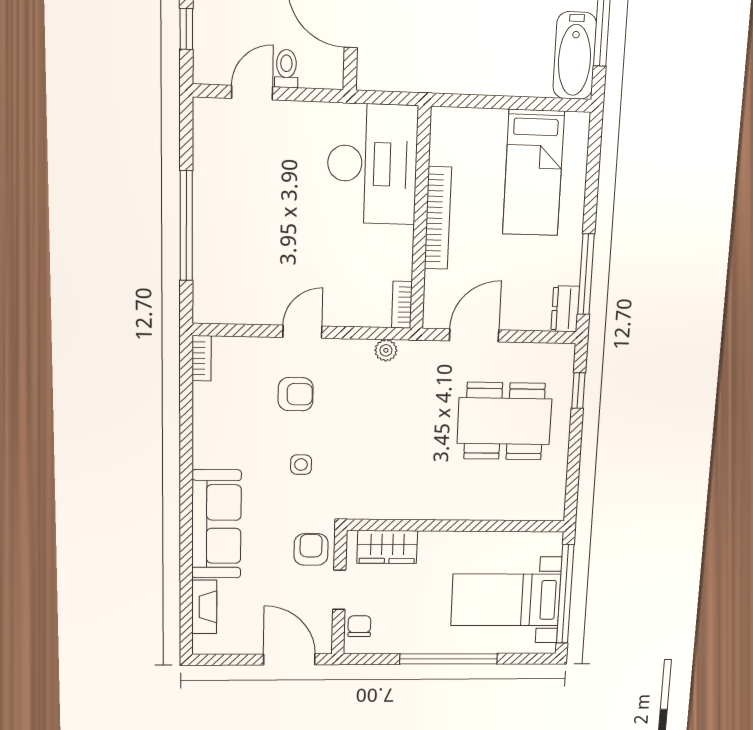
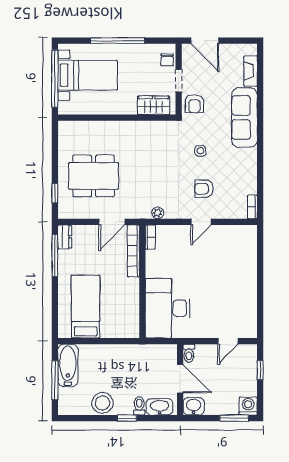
toilet: (286, 69) -> (189, 353), moved
bookcase: (438, 218) -> (133, 251), moved
window: (186, 226) -> (260, 274), removed

